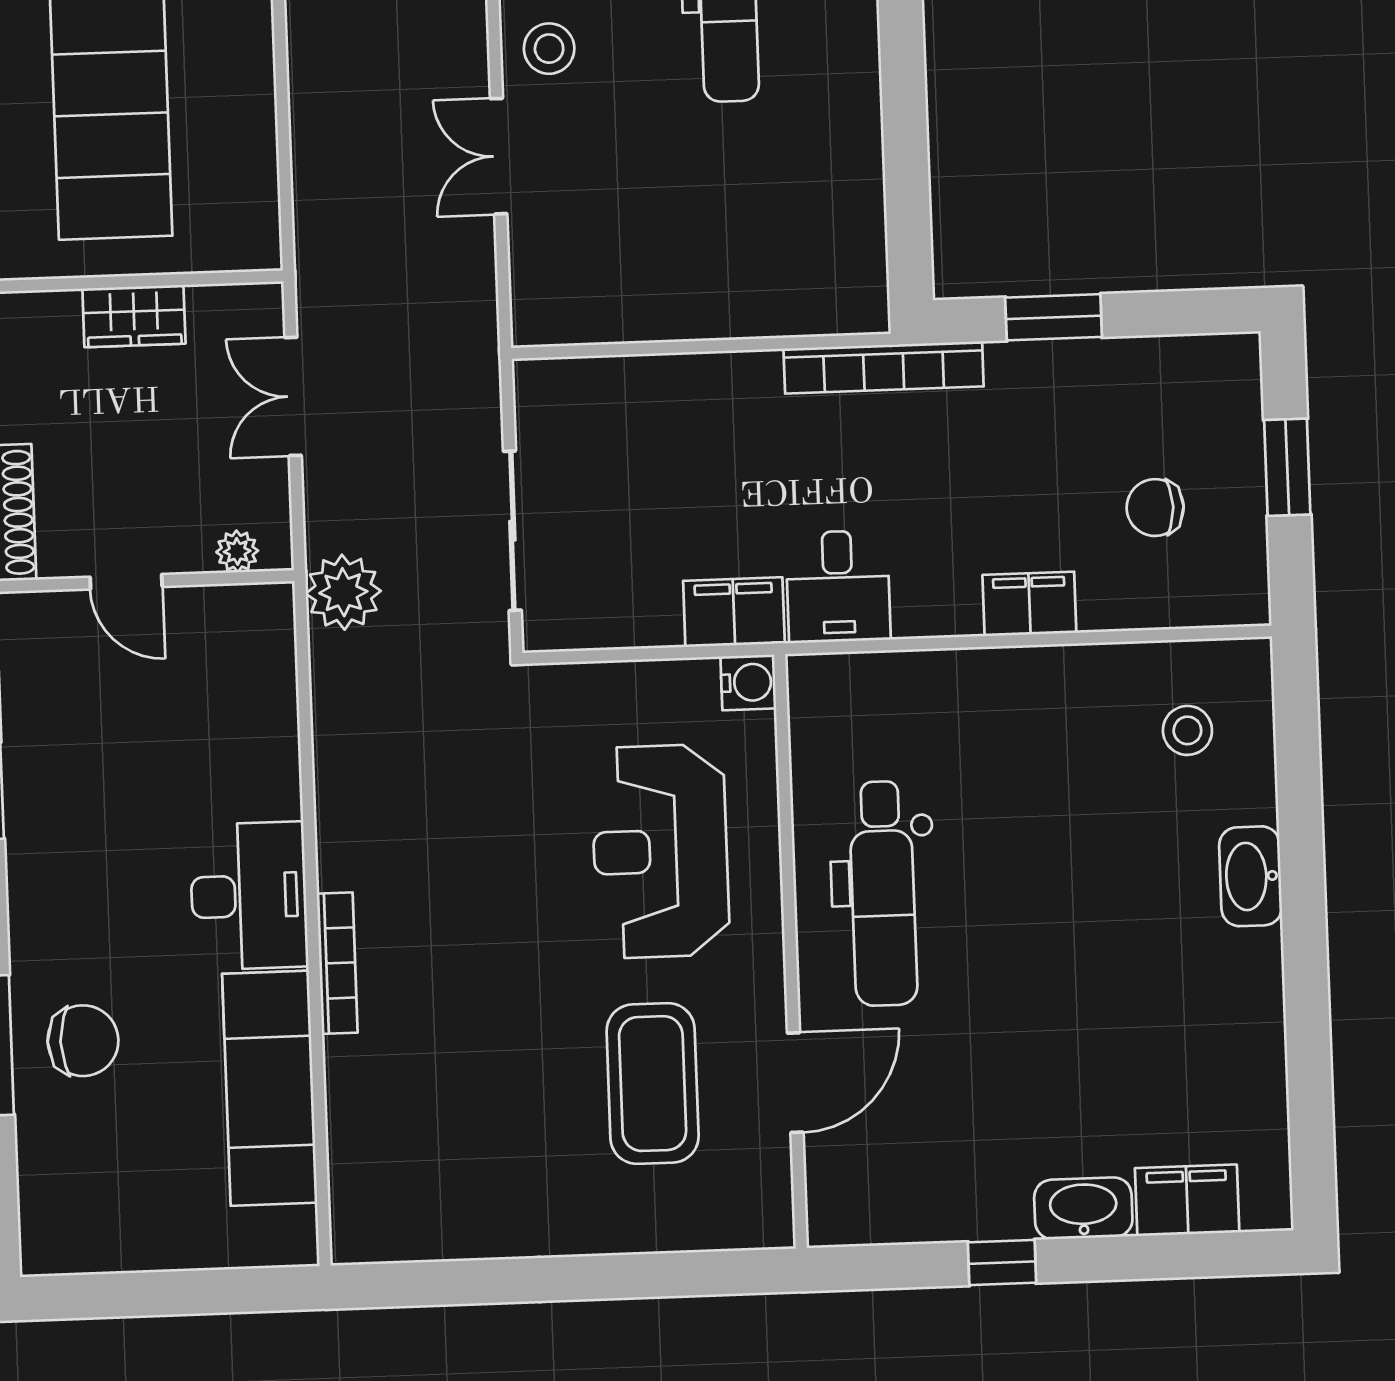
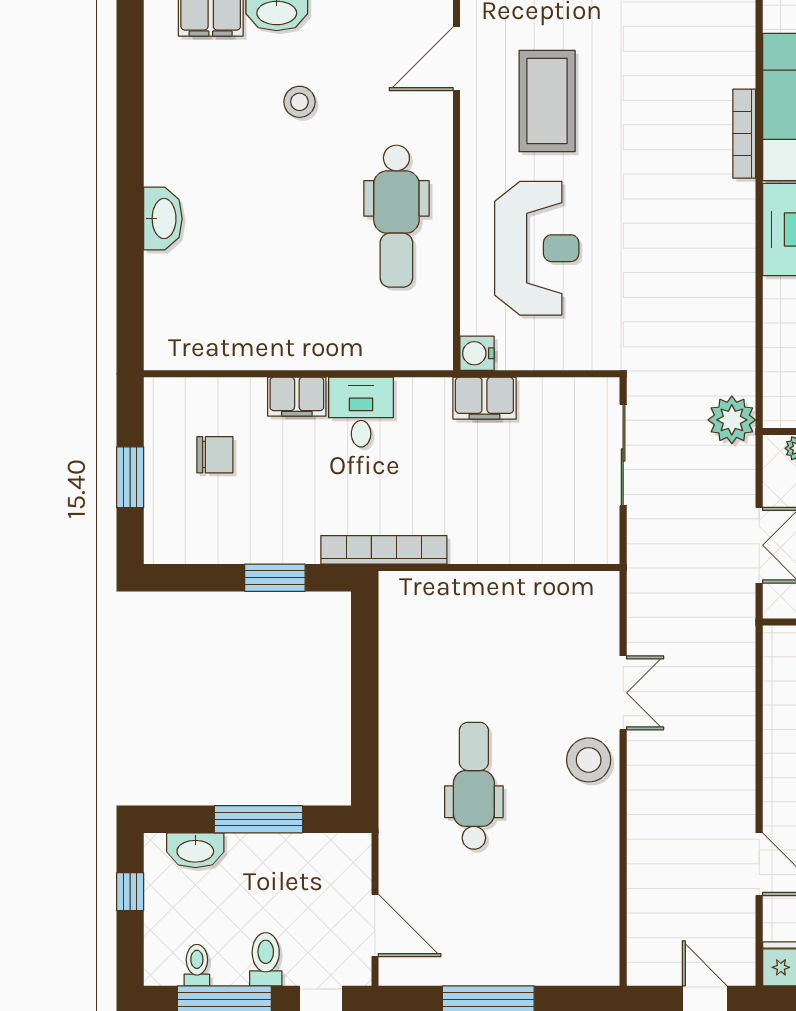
stool: (549, 49) -> (589, 760), width x1.38, depth x1.38
desk: (838, 586) -> (361, 412), moved
stool: (1187, 730) -> (299, 102), moved
dental chair: (883, 893) -> (396, 216), turned 180
bookcase: (337, 963) -> (744, 134), moved
door: (795, 1083) -> (457, 59), moved

